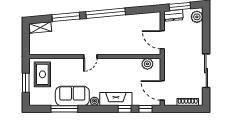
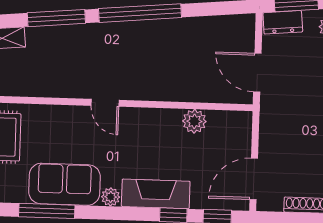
door: (90, 57) -> (105, 103), hinge flipped
plant: (147, 64) -> (194, 121), moved
door: (162, 90) -> (254, 179), hinge flipped

